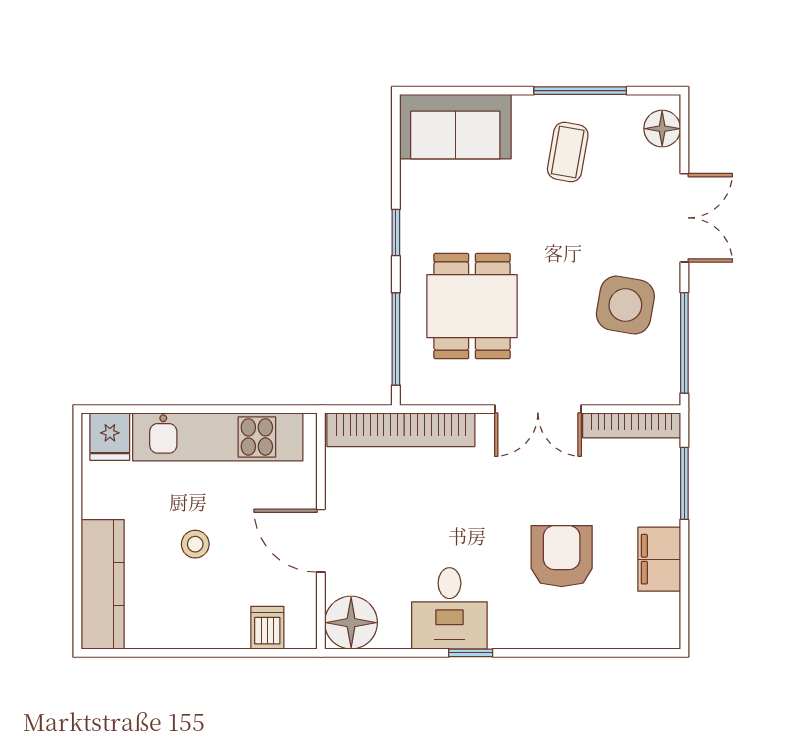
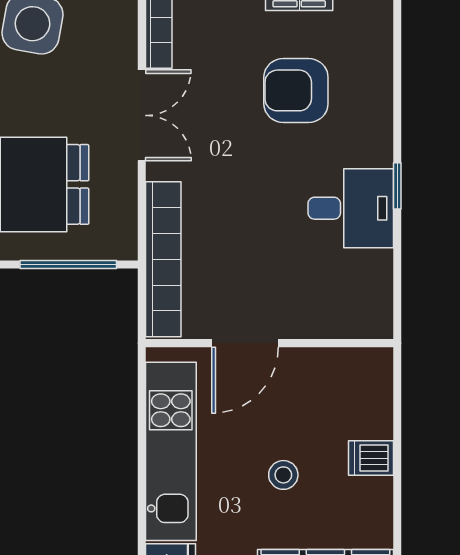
door: (321, 541) -> (245, 343), moved
floor lamp: (351, 623) -> (366, 311), removed
dishwasher: (267, 628) -> (371, 458), moved

